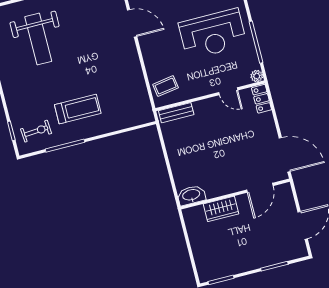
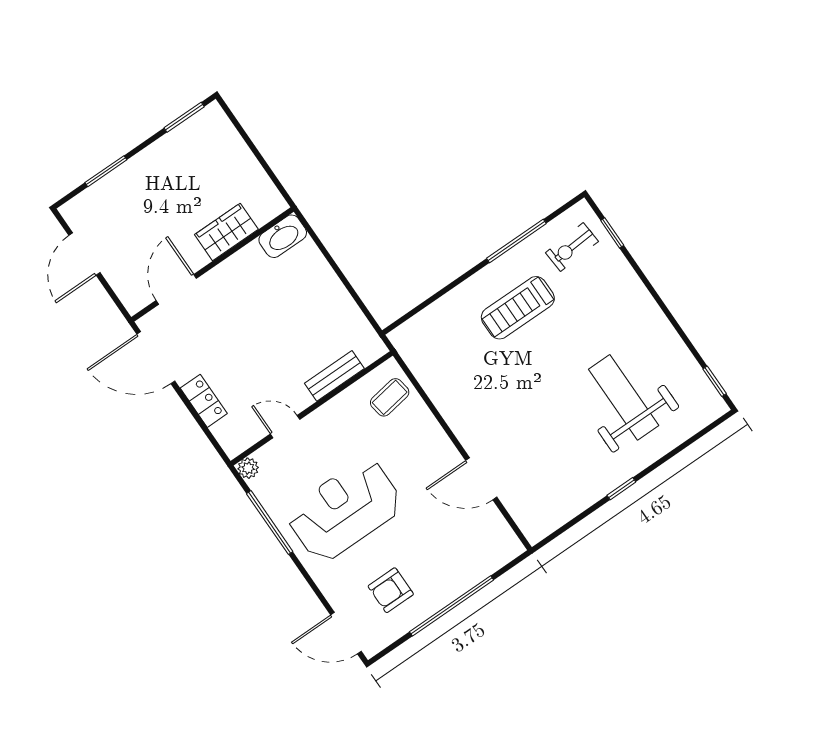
locker: (262, 99) -> (204, 401), moved
bench: (176, 113) -> (334, 376), moved

